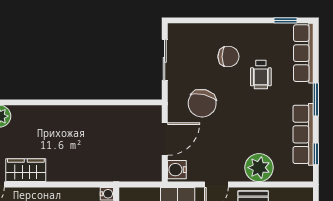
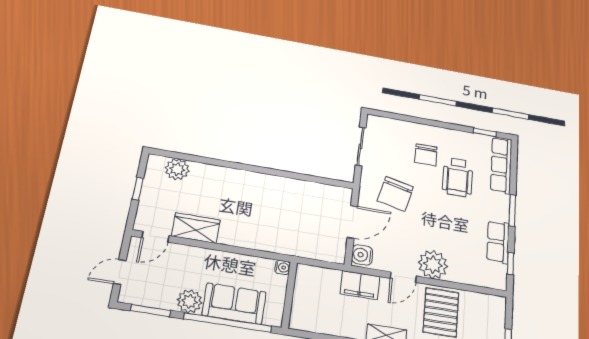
chair: (228, 57) -> (426, 155), turned 90
wheelchair: (261, 74) -> (458, 177), width x1.36, depth x1.37
row of seats: (303, 134) -> (498, 242), width x0.68
plant: (259, 168) -> (433, 264), moved

